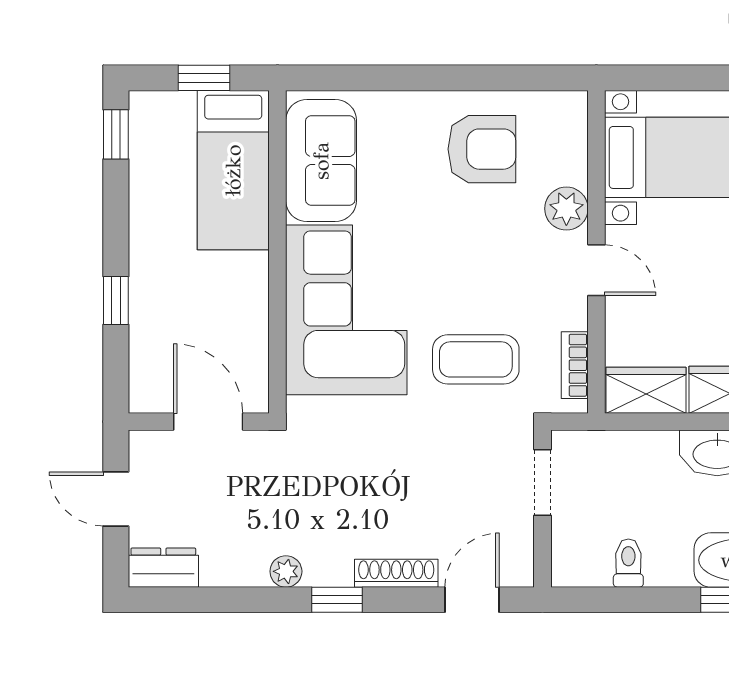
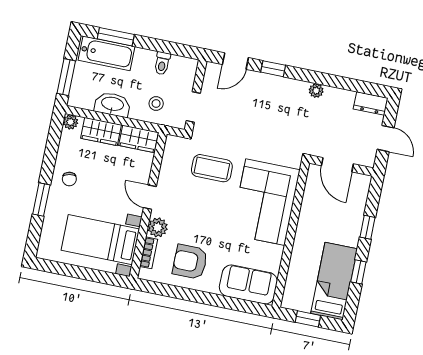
window: (116, 134) -> (358, 272), moved
sofa: (321, 161) -> (248, 284), moved, turned 90
bed: (233, 170) -> (334, 281), moved
bookcase: (575, 365) -> (149, 253), moved
stool: (624, 474) -> (156, 104), added
shoe rack: (396, 573) -> (267, 80), removed
window: (337, 600) -> (273, 69), moved

